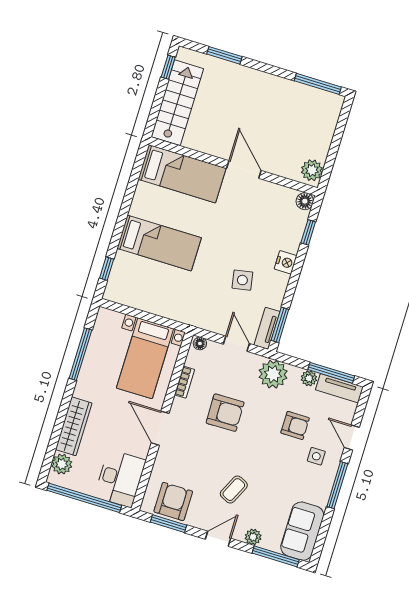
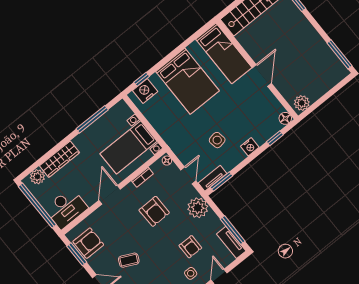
bed: (159, 243) -> (188, 81), width x1.50
nightstand: (120, 279) -> (145, 91), added
plant: (309, 378) -> (217, 224), removed

